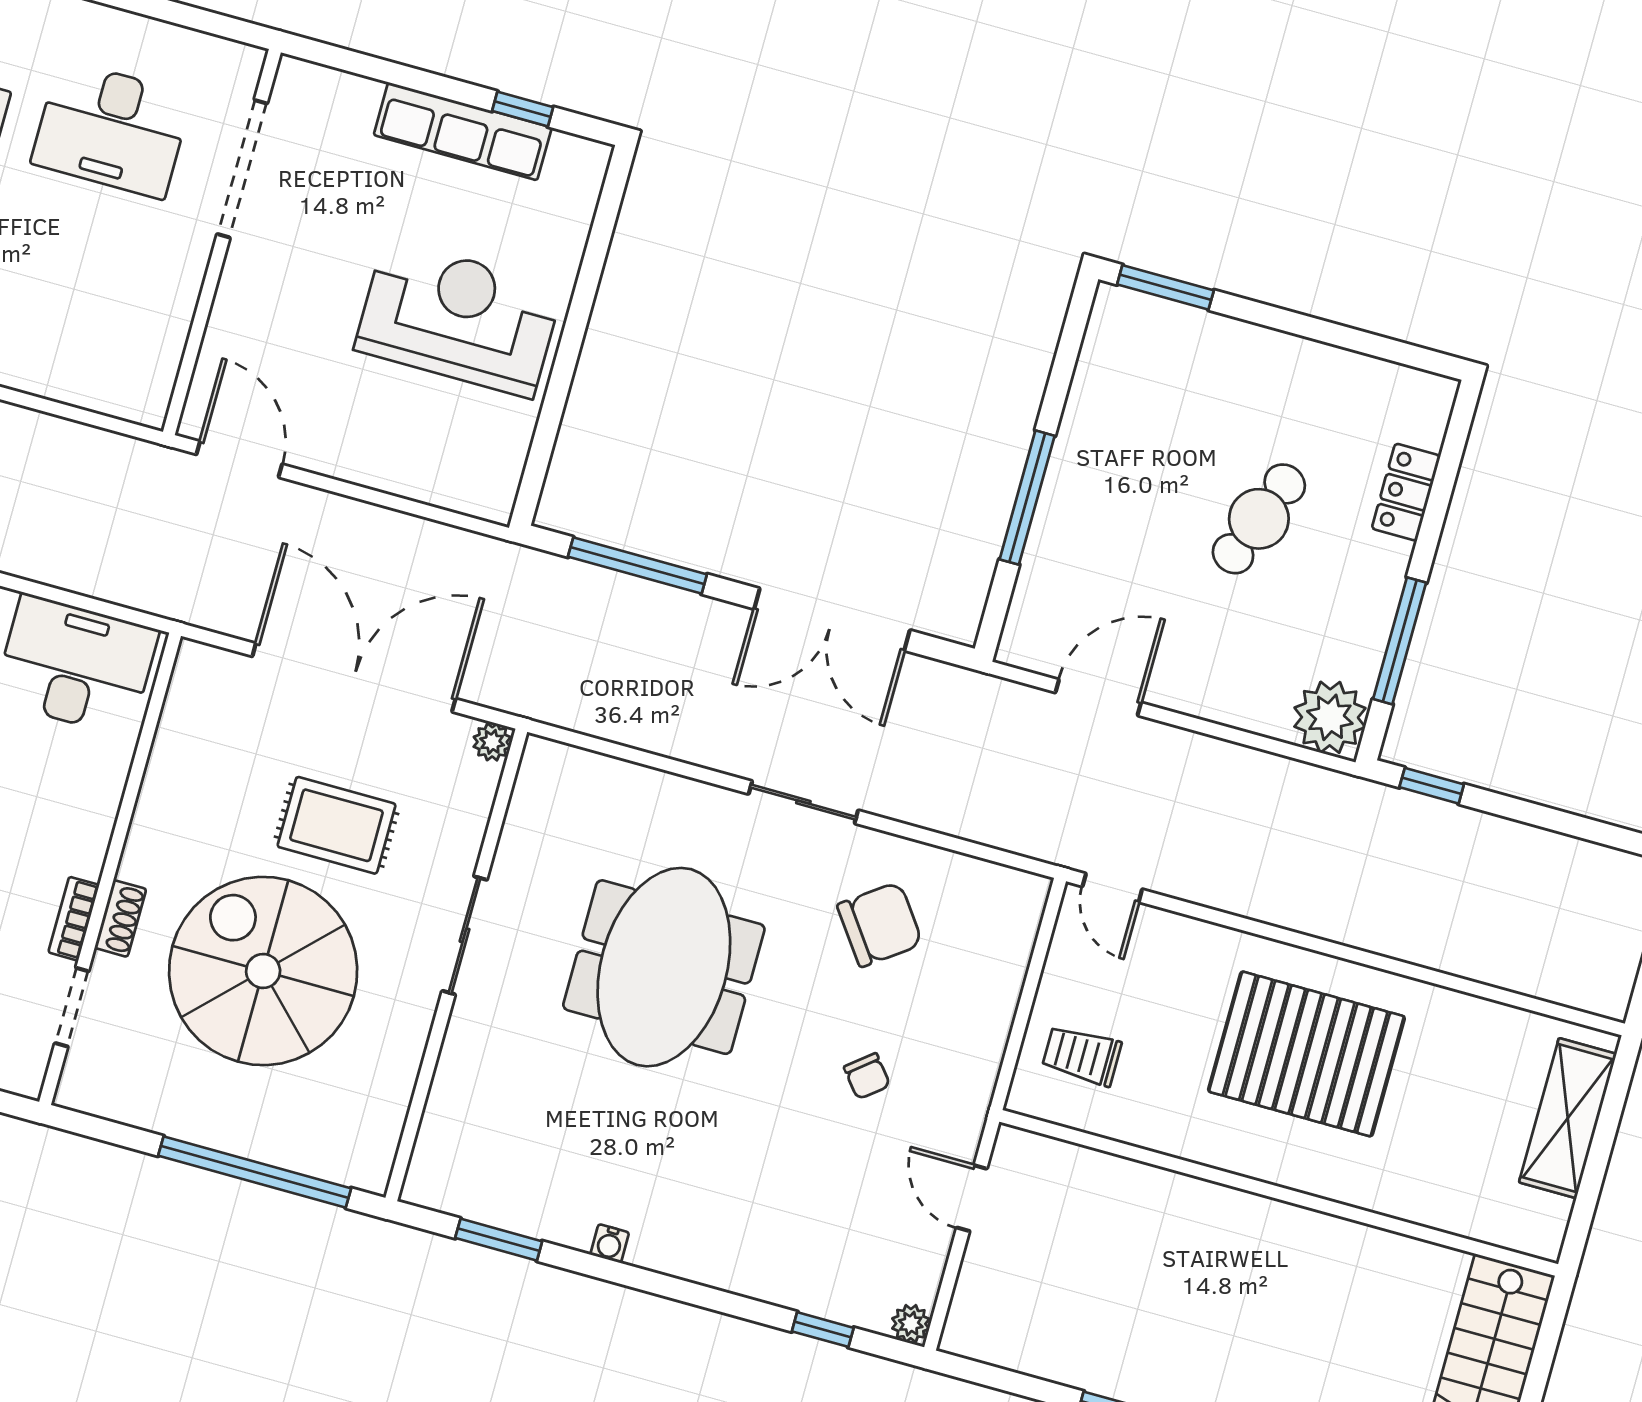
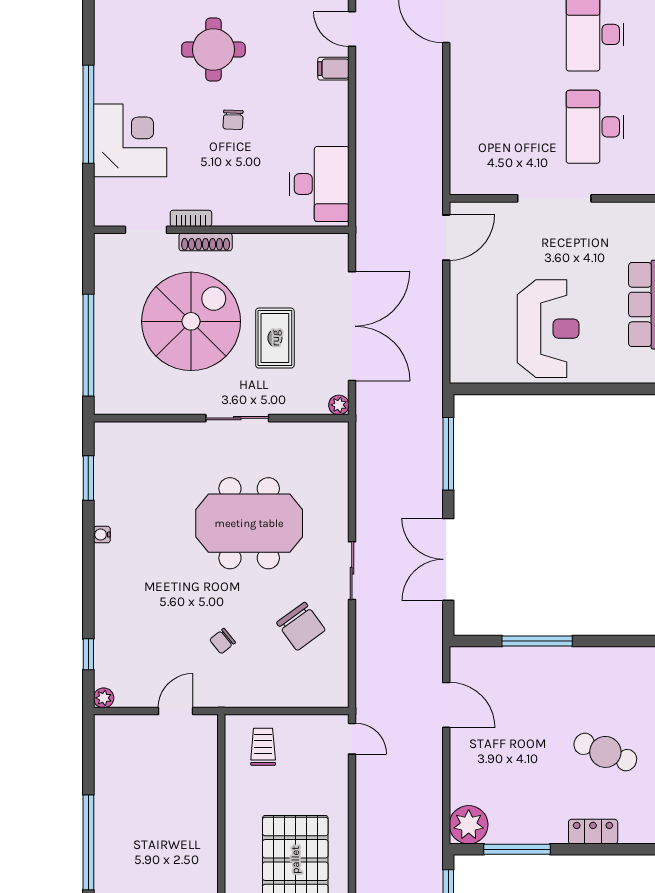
doorway: (242, 169) -> (554, 198), moved
cafe table: (1259, 519) -> (605, 752), moved
door: (1112, 888) -> (352, 739), swing flipped
shoe rack: (120, 918) -> (206, 242), width x1.43

